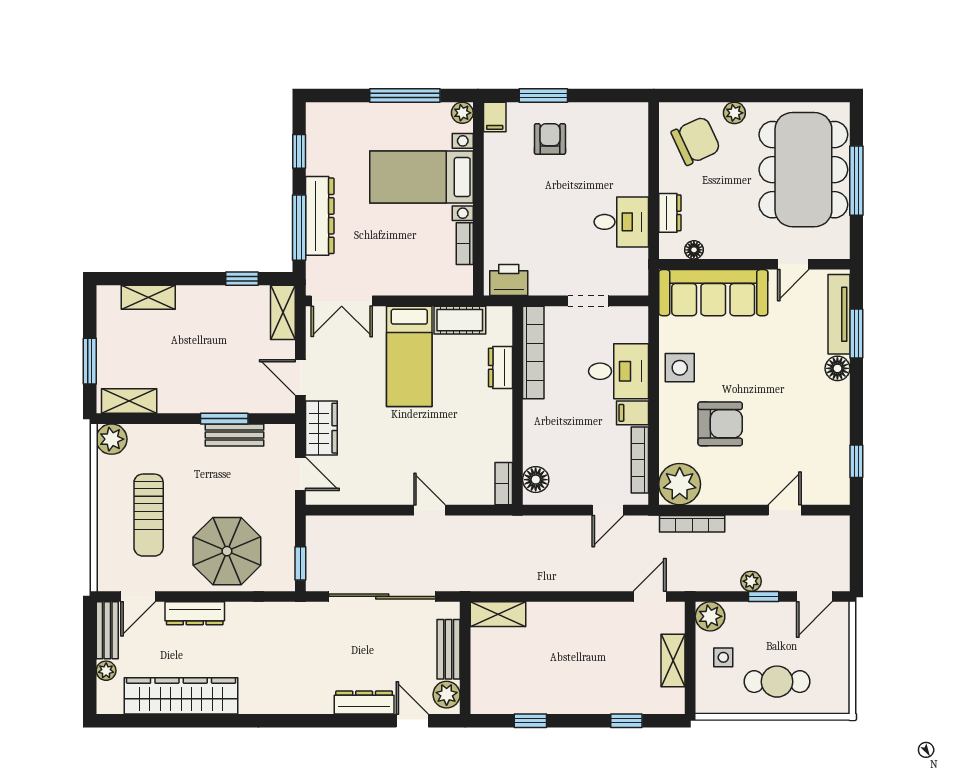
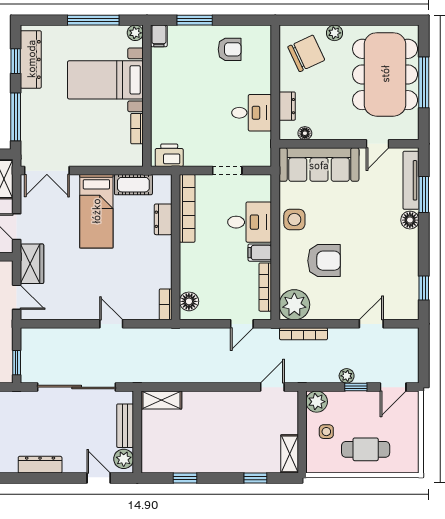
armchair: (550, 139) -> (230, 49), moved, turned 90
dresser: (320, 216) -> (31, 59), moved
shelving: (673, 660) -> (290, 454), moved
dresser: (364, 703) -> (40, 465), moved

